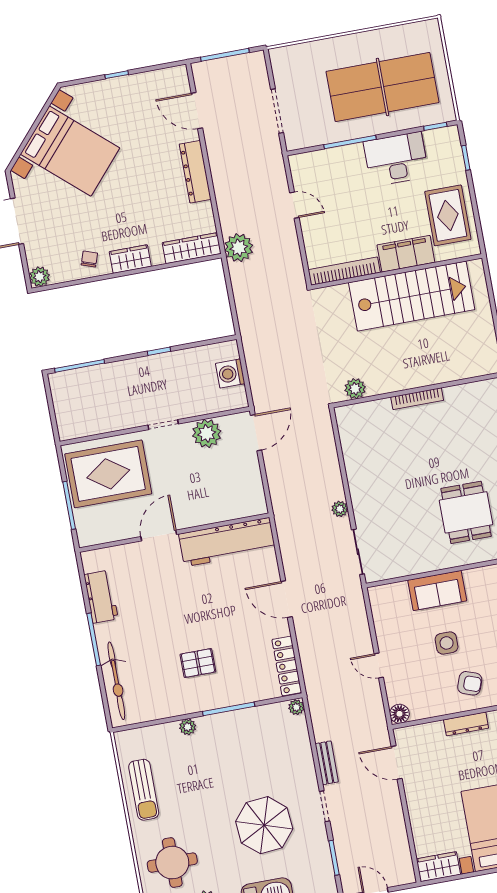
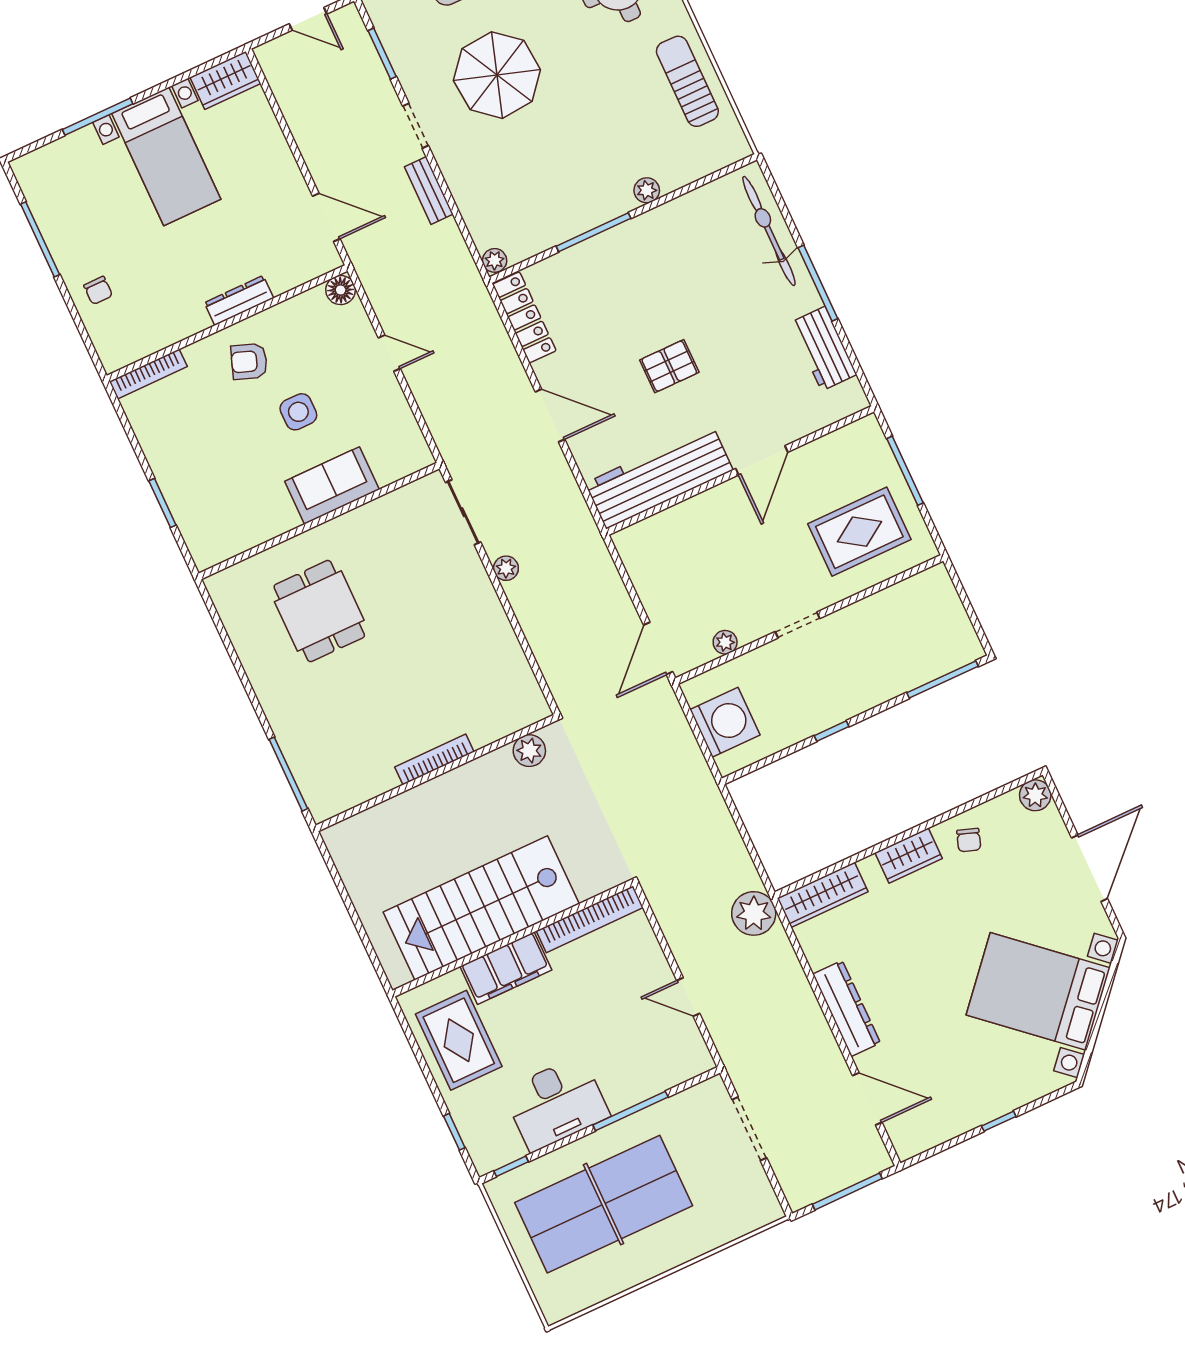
washing machine: (230, 374) -> (725, 722), width x1.37, depth x1.37
plant: (207, 433) -> (725, 642), width x0.53, depth x0.53
rug: (108, 474) -> (859, 532), width x0.73, depth x0.69
pallet: (198, 663) -> (669, 366), moved

